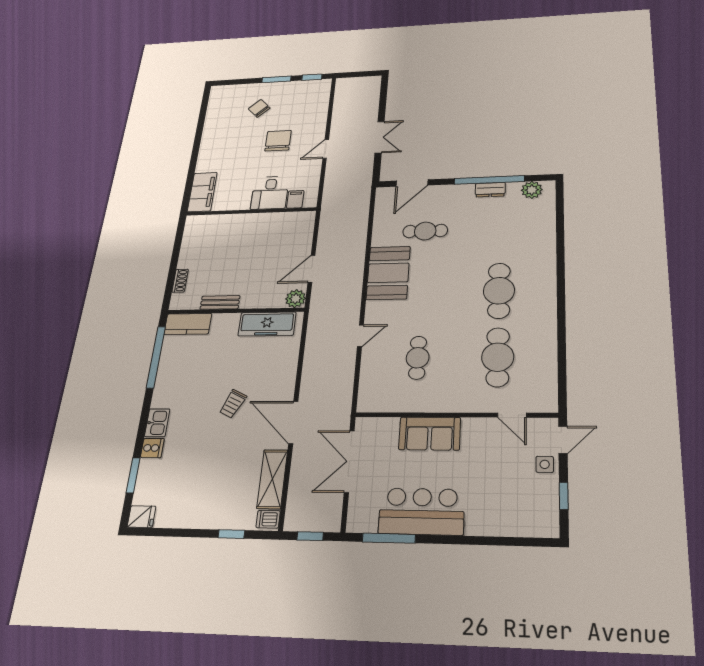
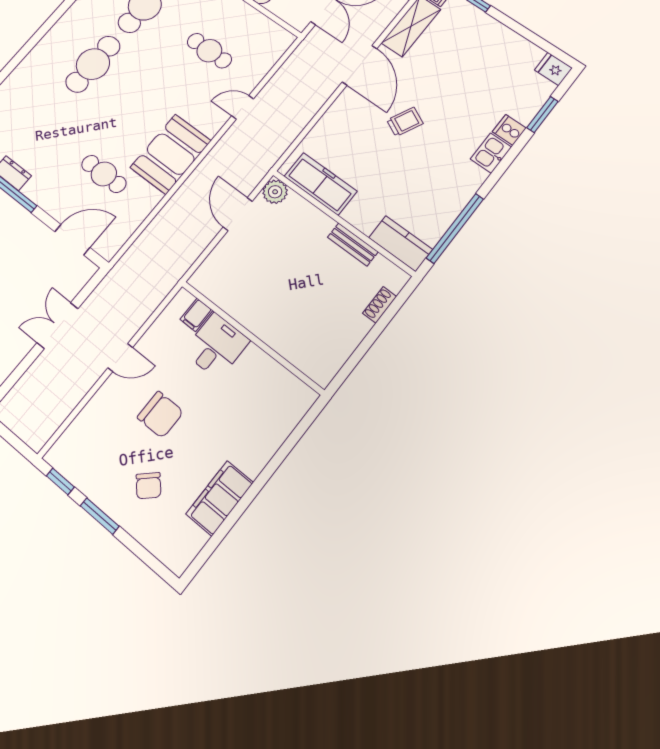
chair: (278, 141) -> (160, 415), turned -90
filing cabinet: (202, 192) -> (220, 498), moved
door: (311, 269) -> (238, 214), swing flipped
cafe table: (418, 358) -> (209, 51), turned 90

